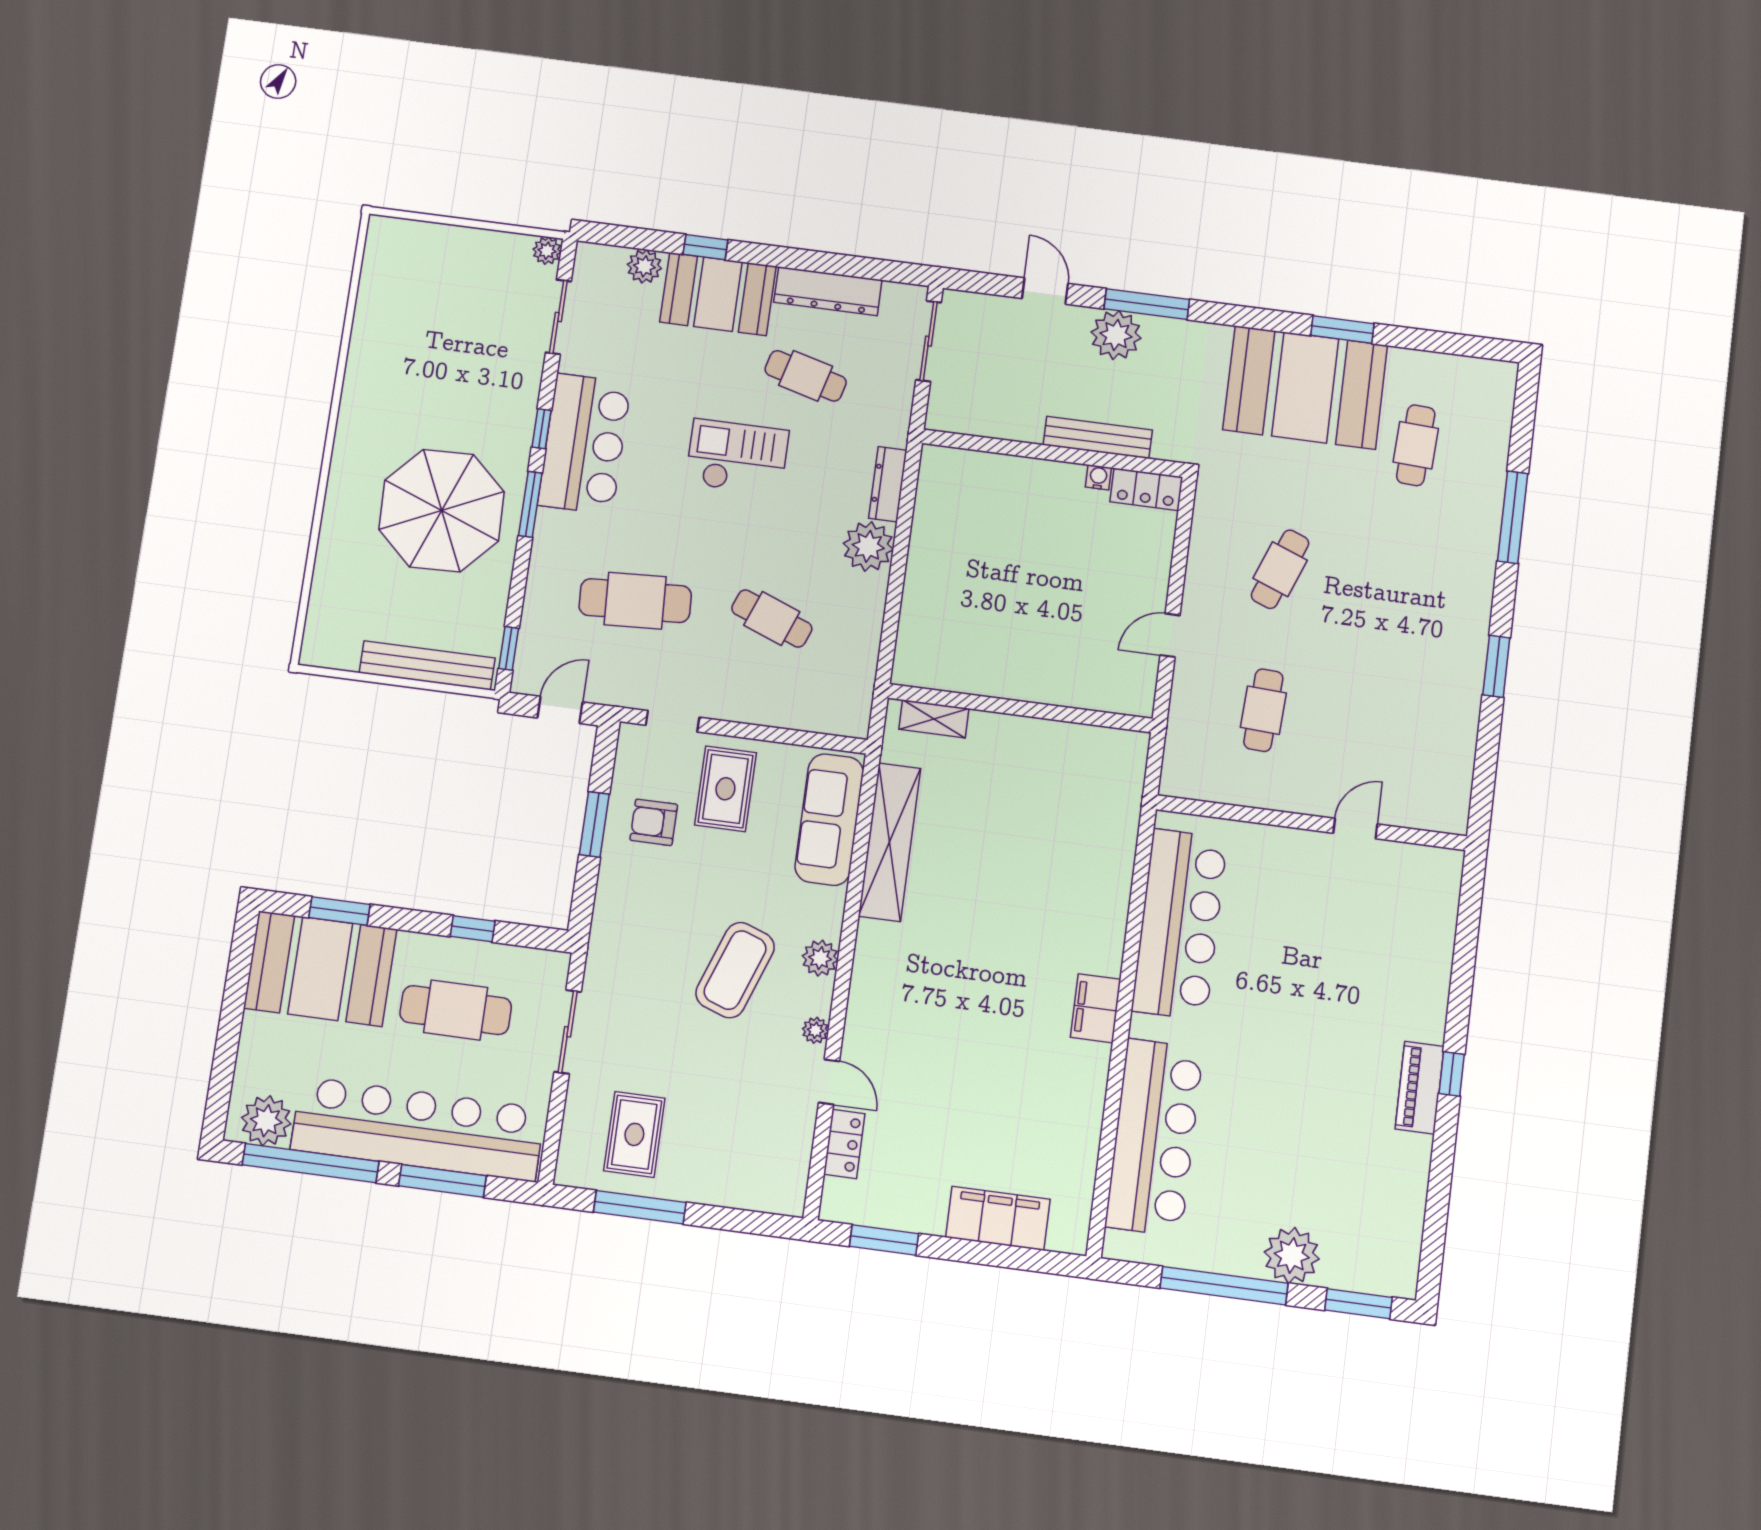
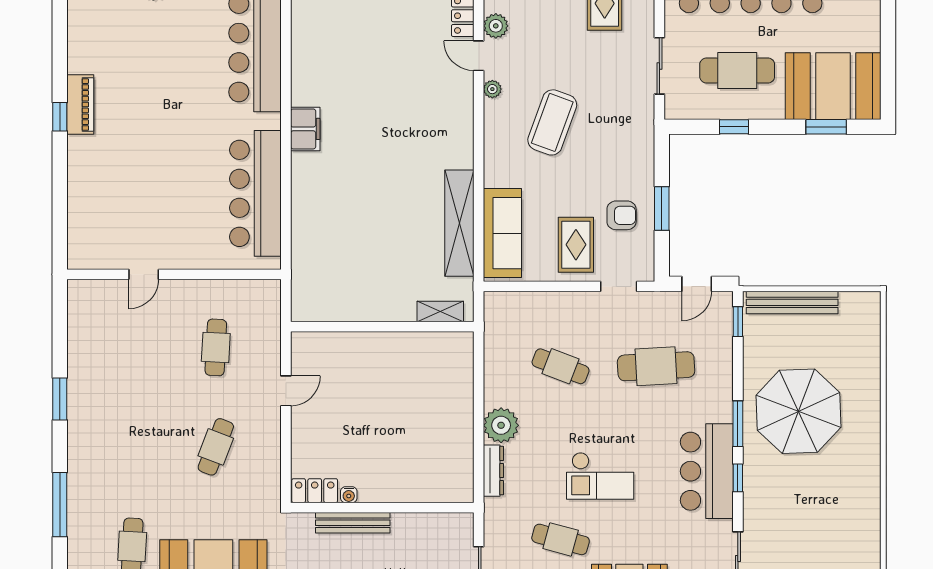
plant: (820, 958) -> (496, 26), moved

